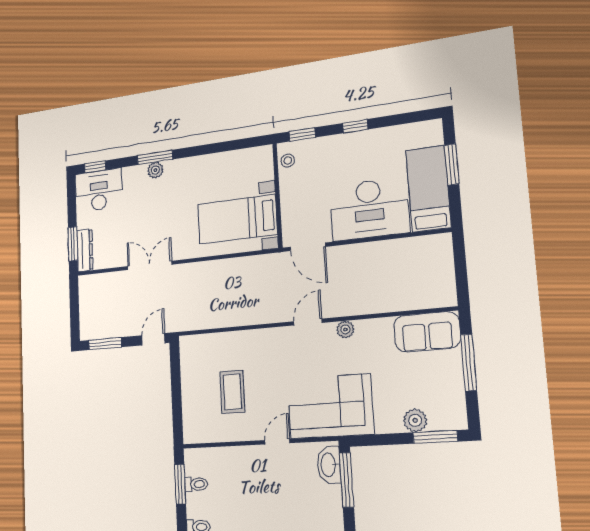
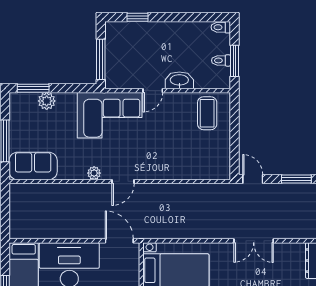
door: (153, 339) -> (253, 179), swing flipped
coffee table: (232, 392) -> (207, 113), moved
washbasin: (329, 465) -> (179, 80), moved, turned -90

